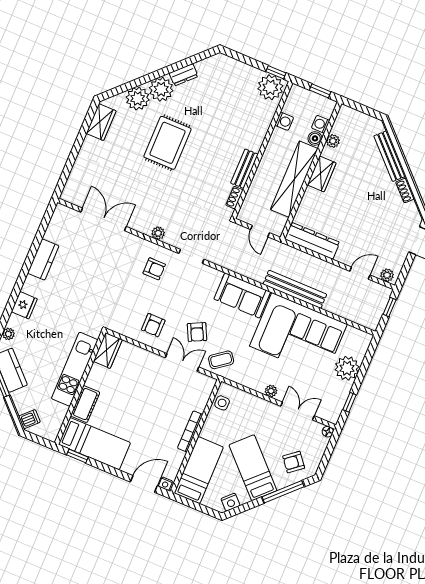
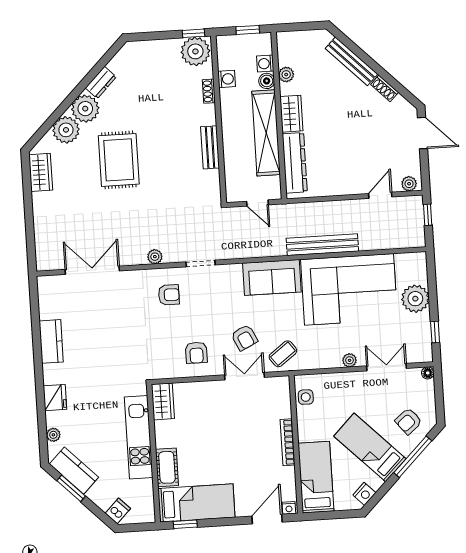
shoe rack: (234, 198) -> (209, 91), moved
dresser: (312, 241) -> (295, 163), moved, turned 90

